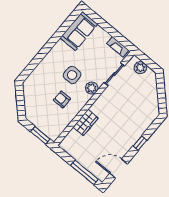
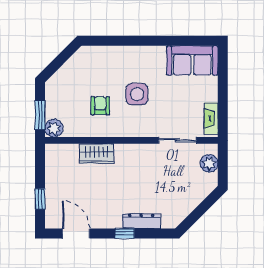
plant: (92, 88) -> (54, 128), moved
dresser: (141, 129) -> (141, 221), added
window: (84, 172) -> (40, 199), width x0.46

